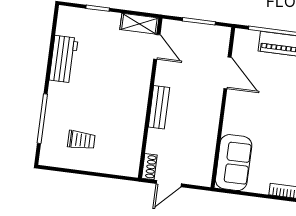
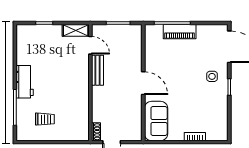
workbench: (64, 59) -> (25, 82), moved
door: (227, 73) -> (143, 83), moved
bench: (159, 107) -> (97, 70), moved

